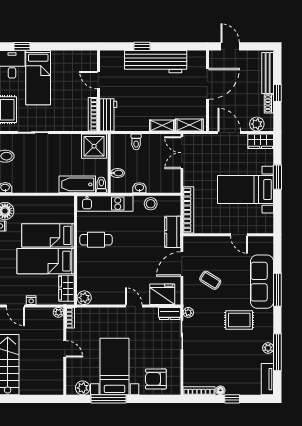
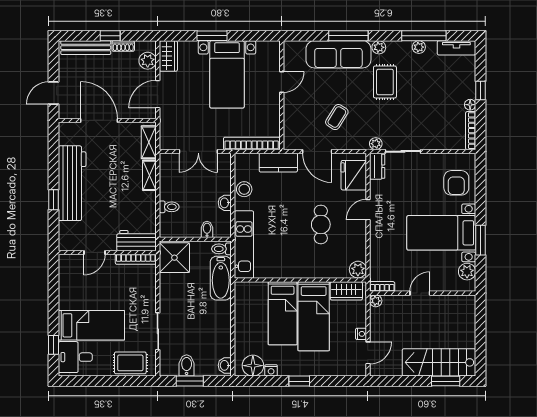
double door: (182, 153) -> (198, 151), moved
cafe table: (96, 240) -> (321, 224), moved
plant: (268, 315) -> (379, 47), added
window: (109, 399) -> (480, 240), width x0.69

